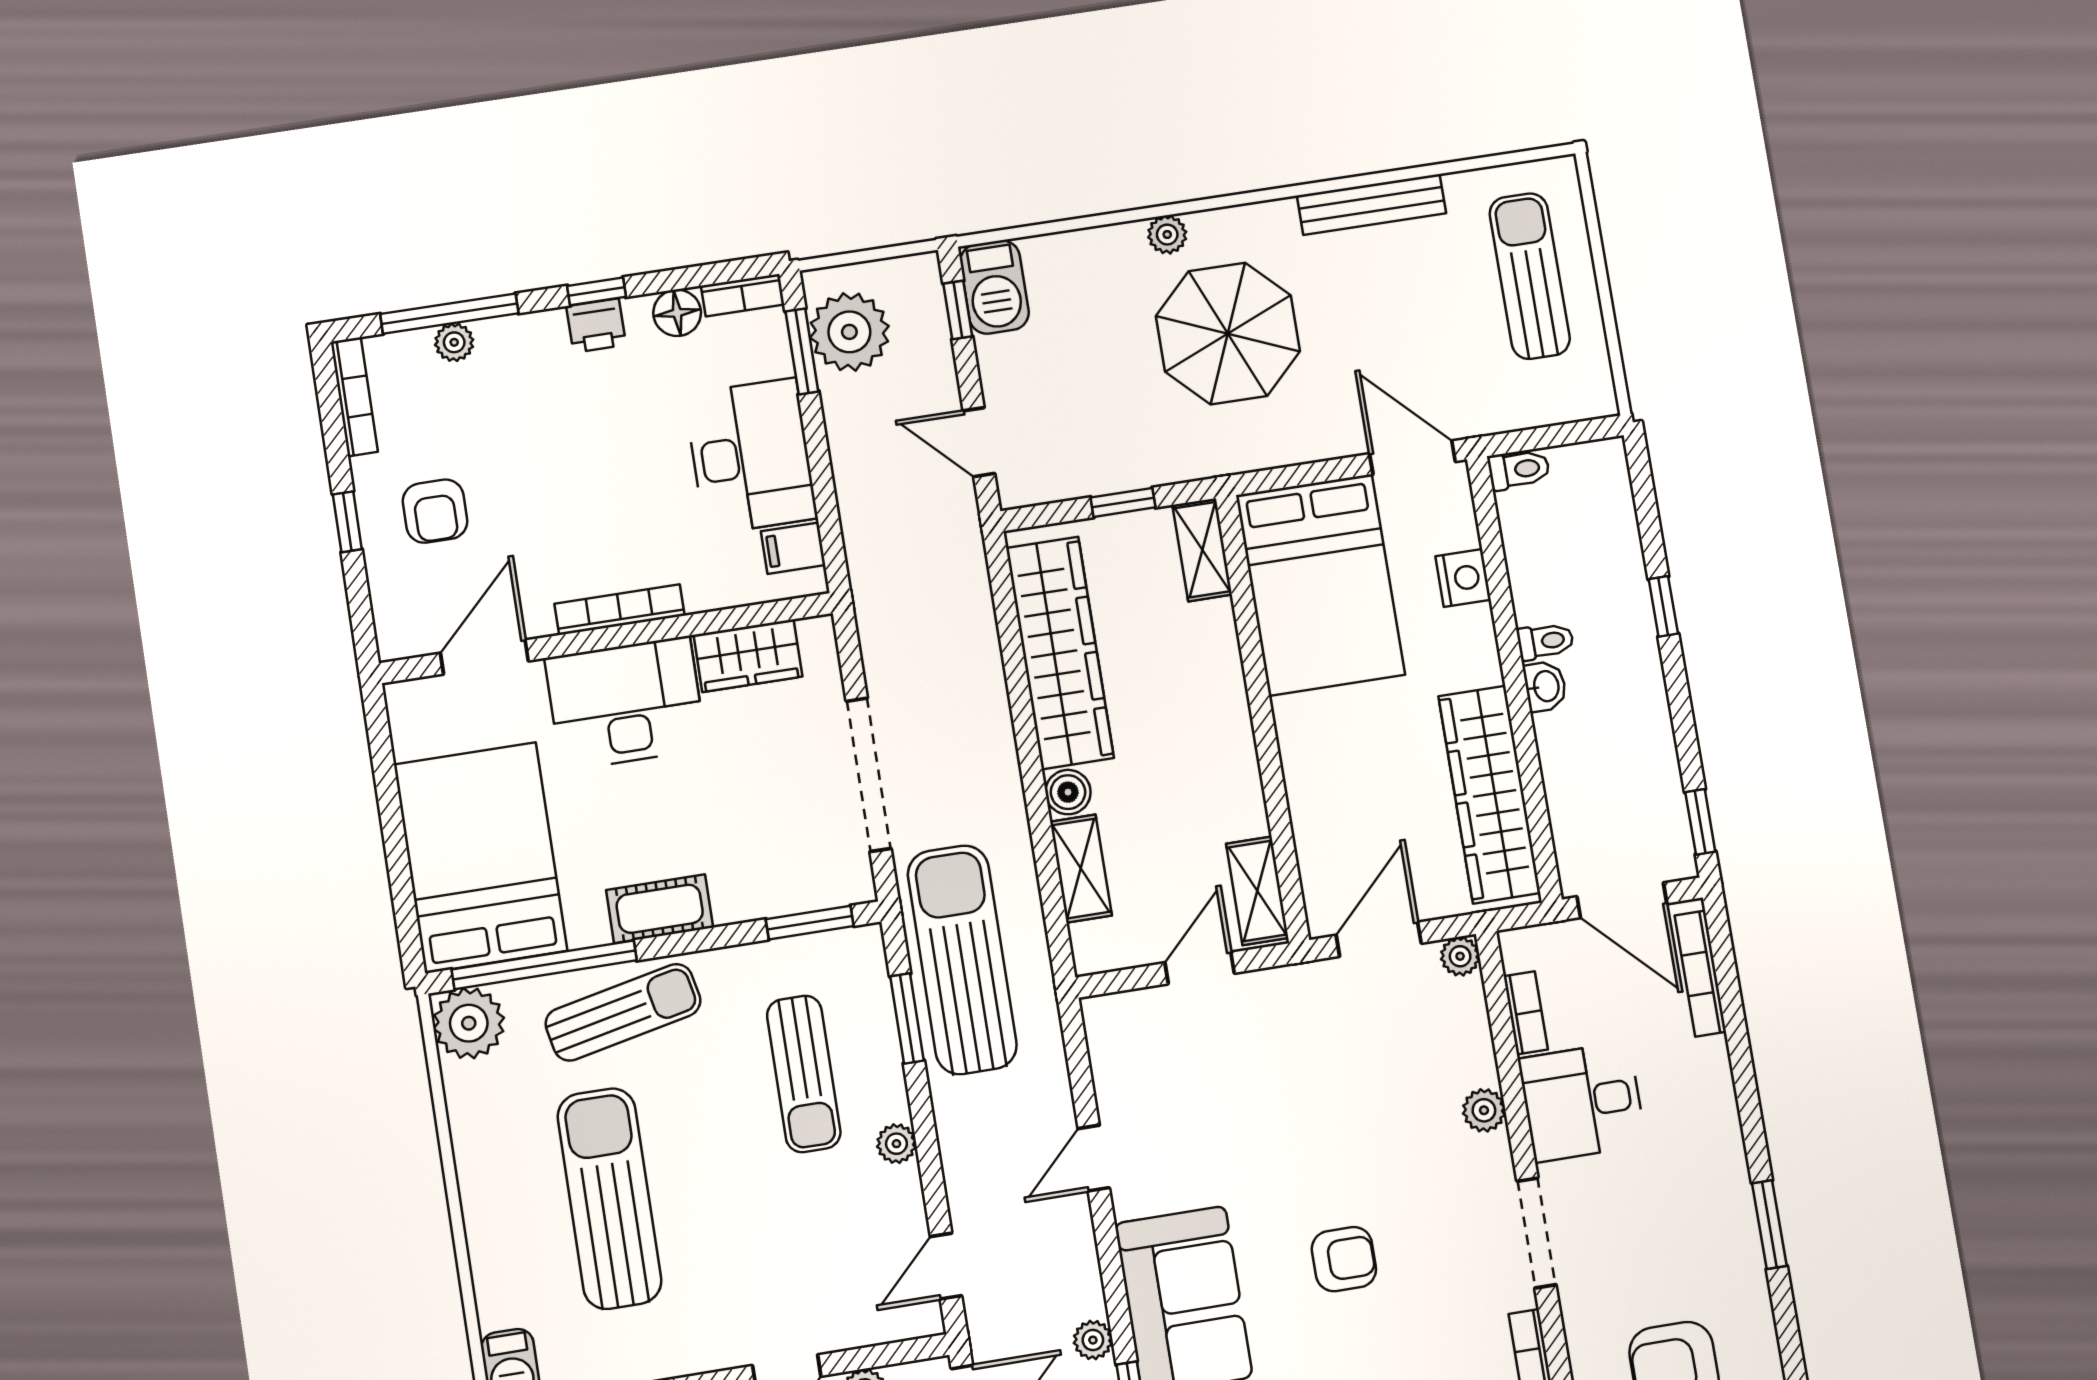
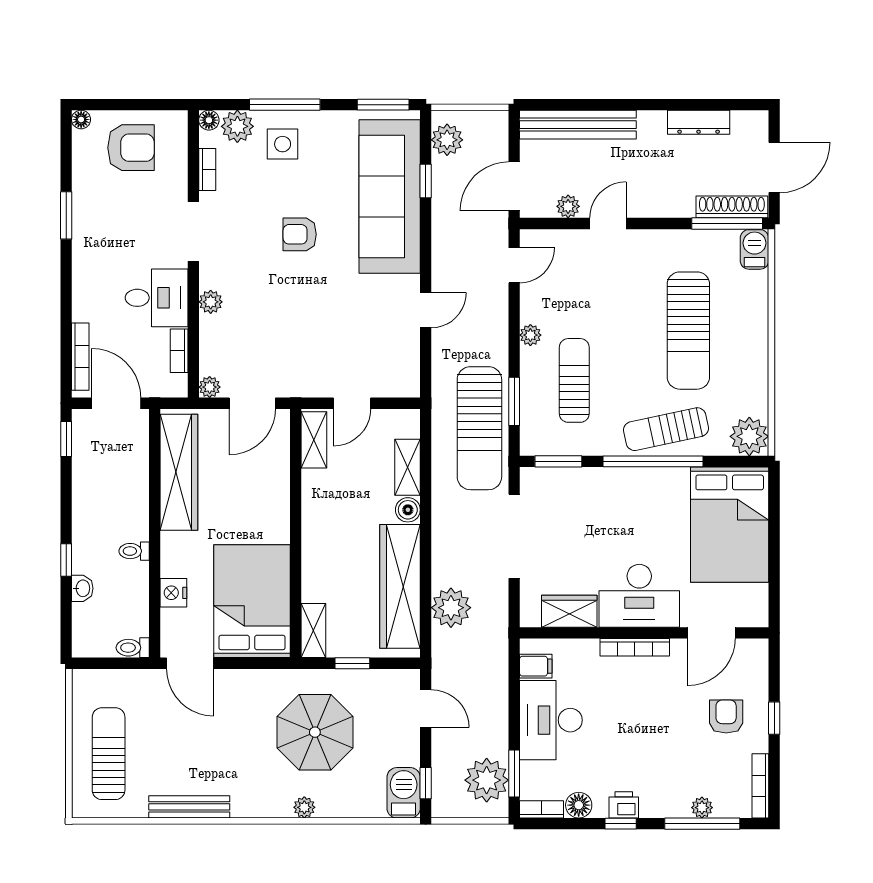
sun lounger: (1530, 276) -> (109, 754), turned 180
parasol: (1228, 334) -> (315, 732), moved
washbasin: (1545, 686) -> (82, 588), moved, turned 180
cot: (660, 909) -> (638, 482), removed
window: (544, 965) -> (653, 461), moved
plant: (1093, 1340) -> (451, 608), moved, width x1.88, depth x1.88

